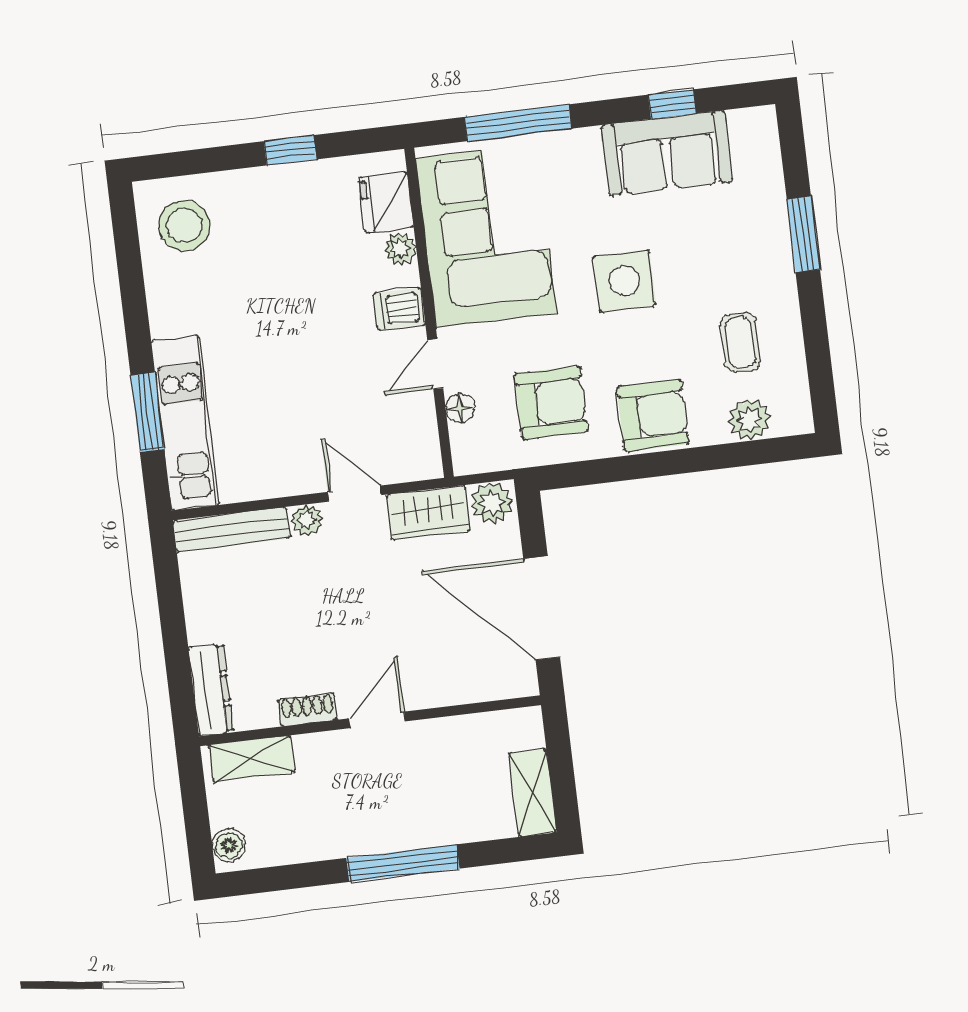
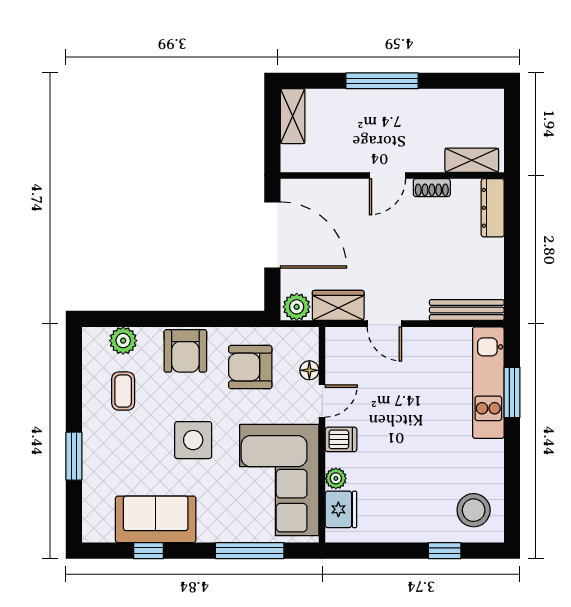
window: (290, 150) -> (445, 551), moved
armchair: (653, 415) -> (185, 351), turned -90
plant: (307, 520) -> (417, 310), removed
boiler: (229, 845) -> (493, 106), removed

